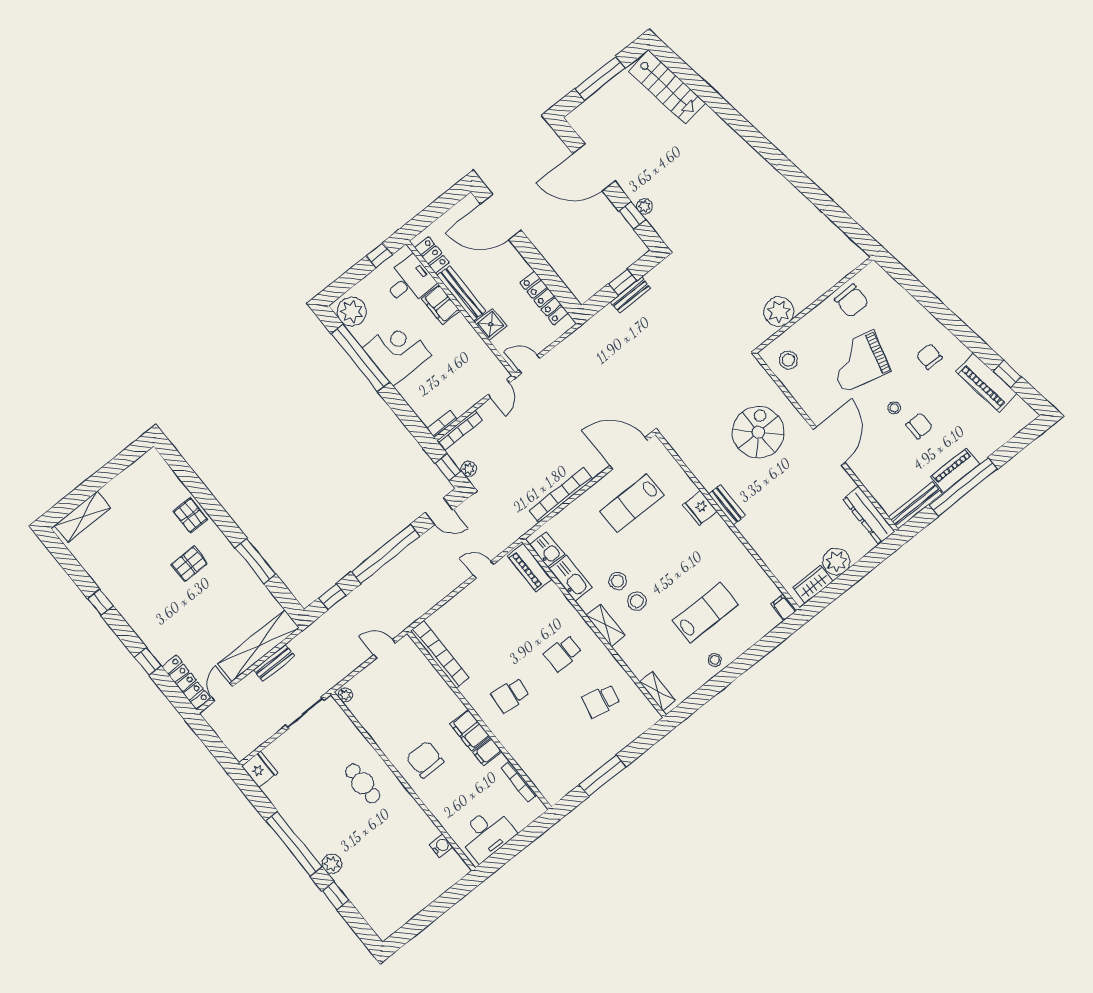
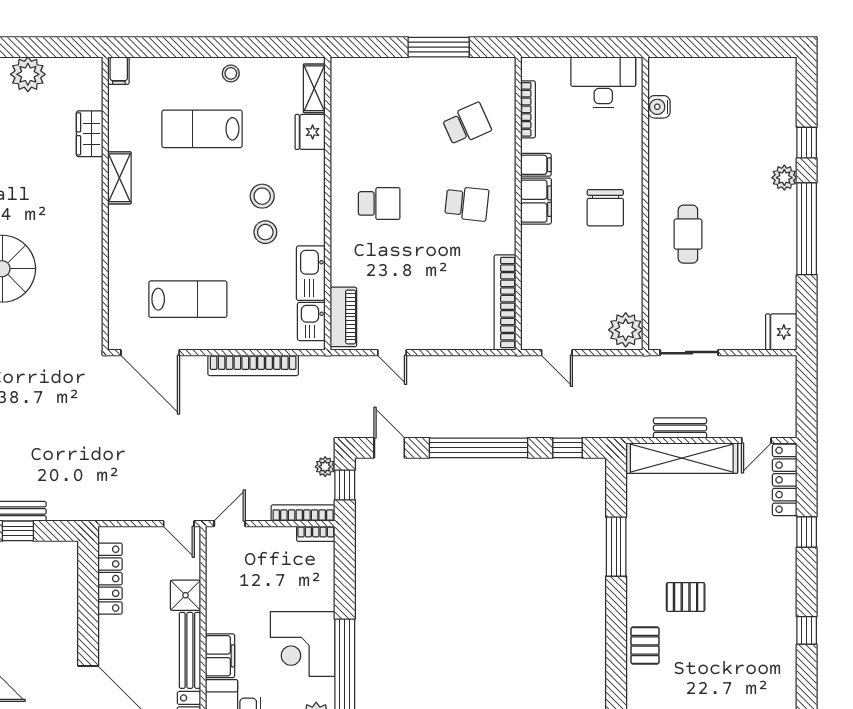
bench: (727, 505) -> (93, 221), removed
fridge: (700, 508) -> (310, 132), moved, turned 180
wardrobe: (813, 584) -> (90, 134), moved, turned 90
shelving: (606, 625) -> (119, 178), moved
plant: (345, 695) -> (626, 330), width x1.87, depth x1.87
school desk: (601, 701) -> (467, 124), moved, turned -36

